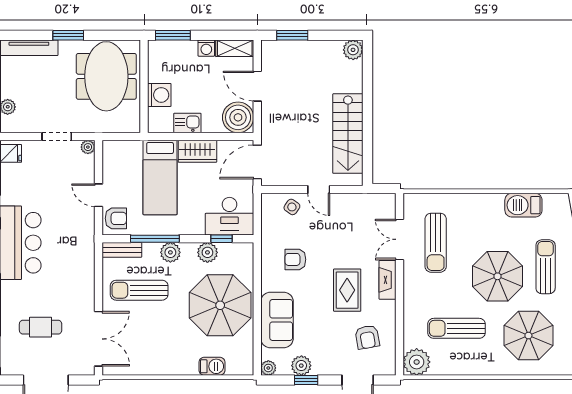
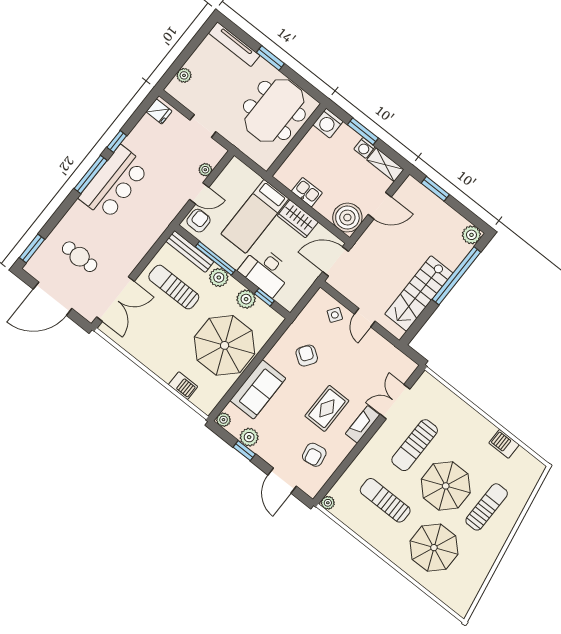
window: (173, 35) -> (363, 131), moved
door: (257, 86) -> (380, 206), swing flipped
window: (368, 94) -> (456, 276), added
washing machine: (159, 95) -> (328, 123), moved, turned 90
plant: (88, 147) -> (205, 170), moved
door: (98, 195) -> (199, 193), swing flipped
barbecue: (523, 205) -> (504, 444), width x0.73, depth x0.79
desk: (229, 216) -> (265, 271), moved
armchair: (116, 218) -> (198, 221), turned -90
sun lounger: (436, 243) -> (415, 445), moved
bench: (122, 250) -> (190, 251), width x1.36
armchair: (295, 259) -> (307, 356), turned 35
plant: (417, 362) -> (328, 503), width x0.53, depth x0.53

